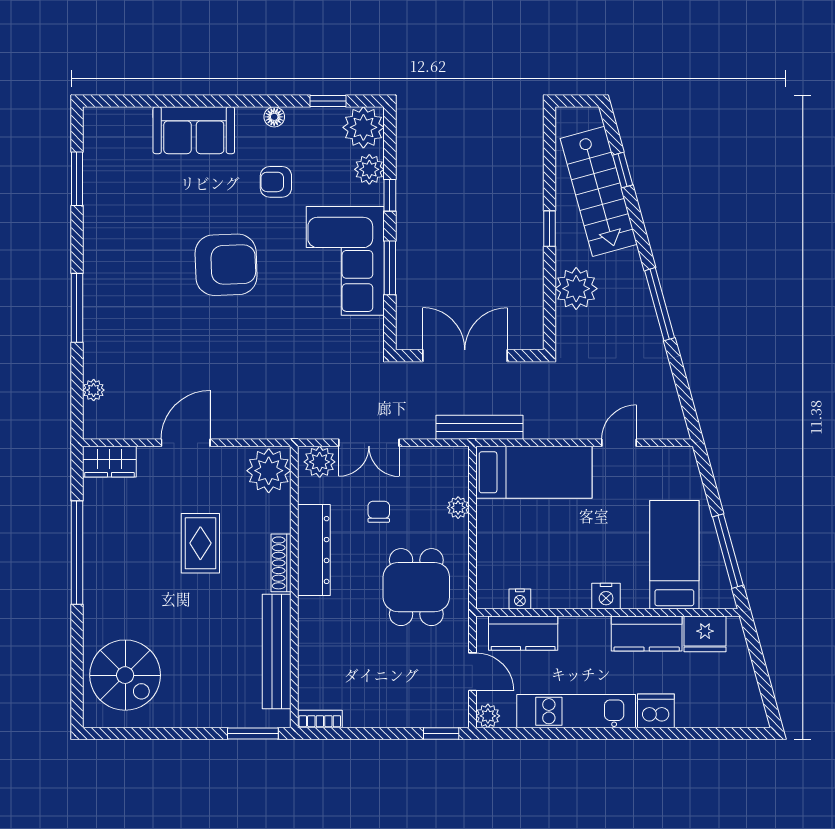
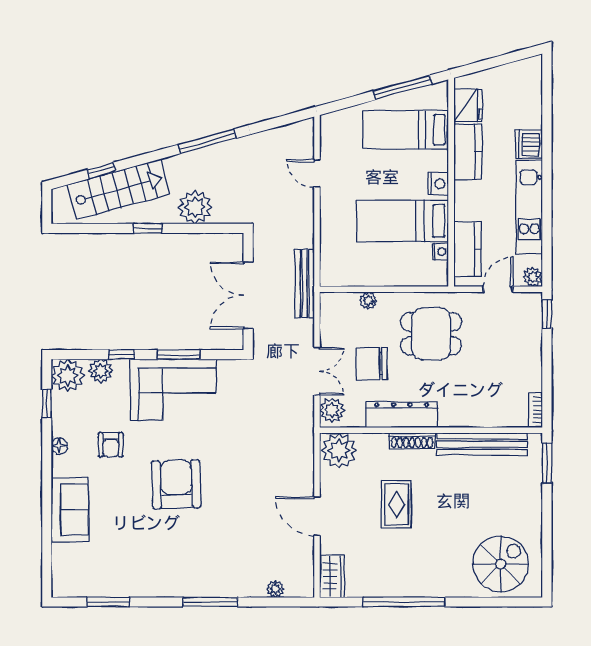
bed: (534, 472) -> (403, 221), moved, turned -90
chair: (379, 512) -> (371, 363), width x1.87, depth x1.87
rug: (200, 543) -> (396, 504), turned 90

